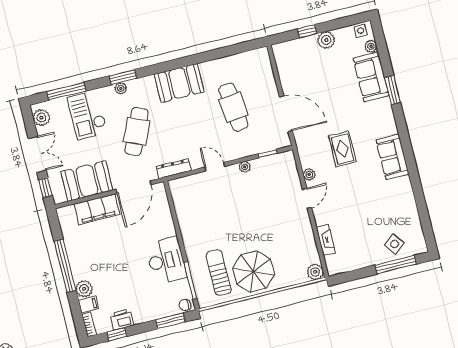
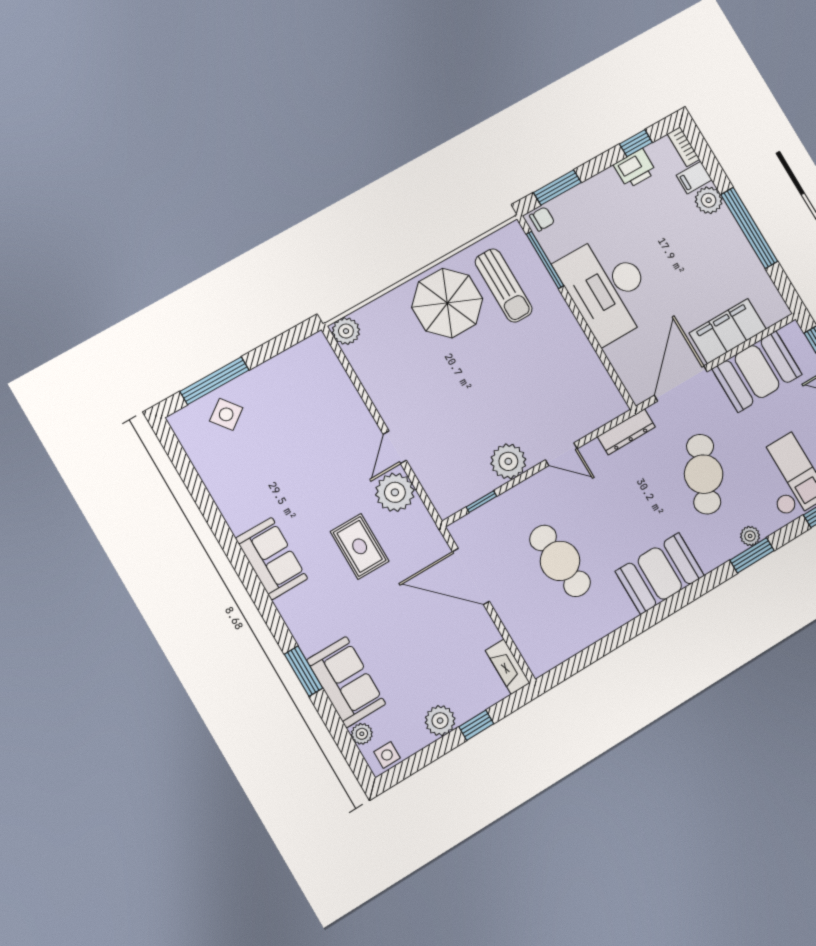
plant: (245, 167) -> (508, 461), width x1.88, depth x1.88
plant: (309, 174) -> (395, 492), width x1.88, depth x1.88
fireplace: (326, 240) -> (508, 667), moved
desk: (166, 261) -> (607, 288), width x1.36, depth x1.30

